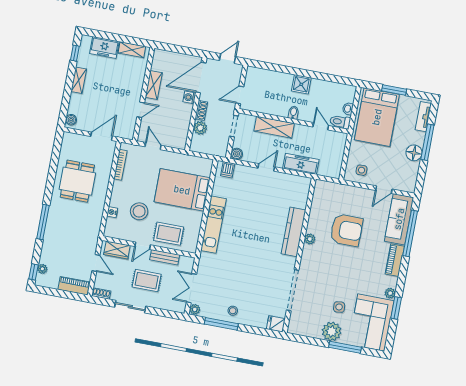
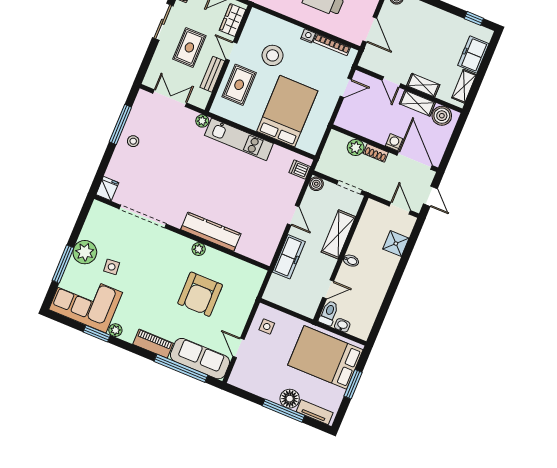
boiler: (160, 63) -> (442, 116), added
shelving: (79, 80) -> (423, 85), moved
shower: (301, 84) -> (396, 244), moved
door: (240, 95) -> (400, 208), moved
floor lamp: (414, 153) -> (290, 399), moved
nightstand: (112, 212) -> (308, 36), moved
plant: (195, 309) -> (202, 121), moved

